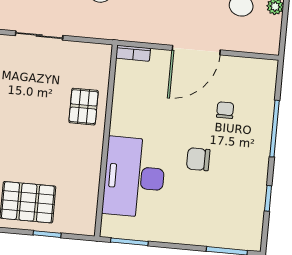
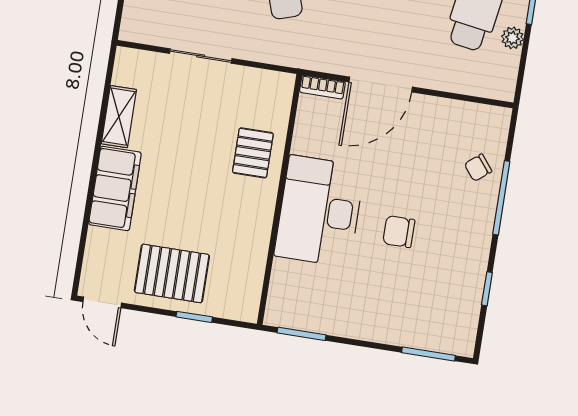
door: (196, 50) -> (381, 84), moved
chair: (225, 110) -> (478, 168), moved, turned -129
desk: (134, 177) -> (319, 211), moved

